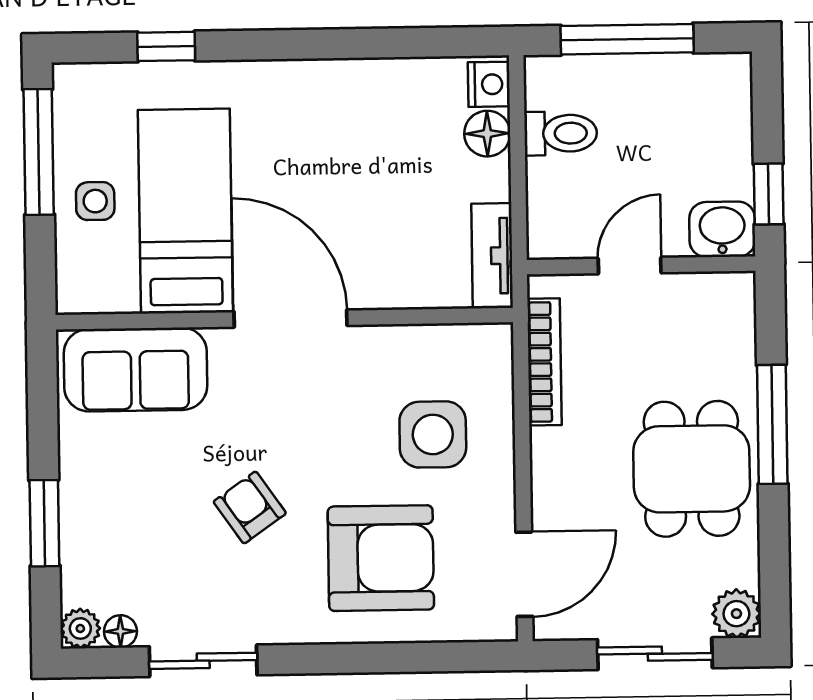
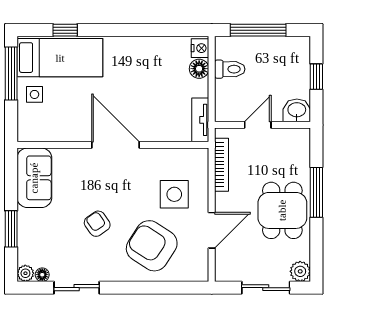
window: (769, 194) -> (316, 77), moved
bed: (185, 211) -> (60, 58), moved, turned 90
sofa: (136, 369) -> (34, 178), moved, turned -90
armchair: (381, 558) -> (152, 246), turned -147
door: (524, 574) -> (212, 230), moved

